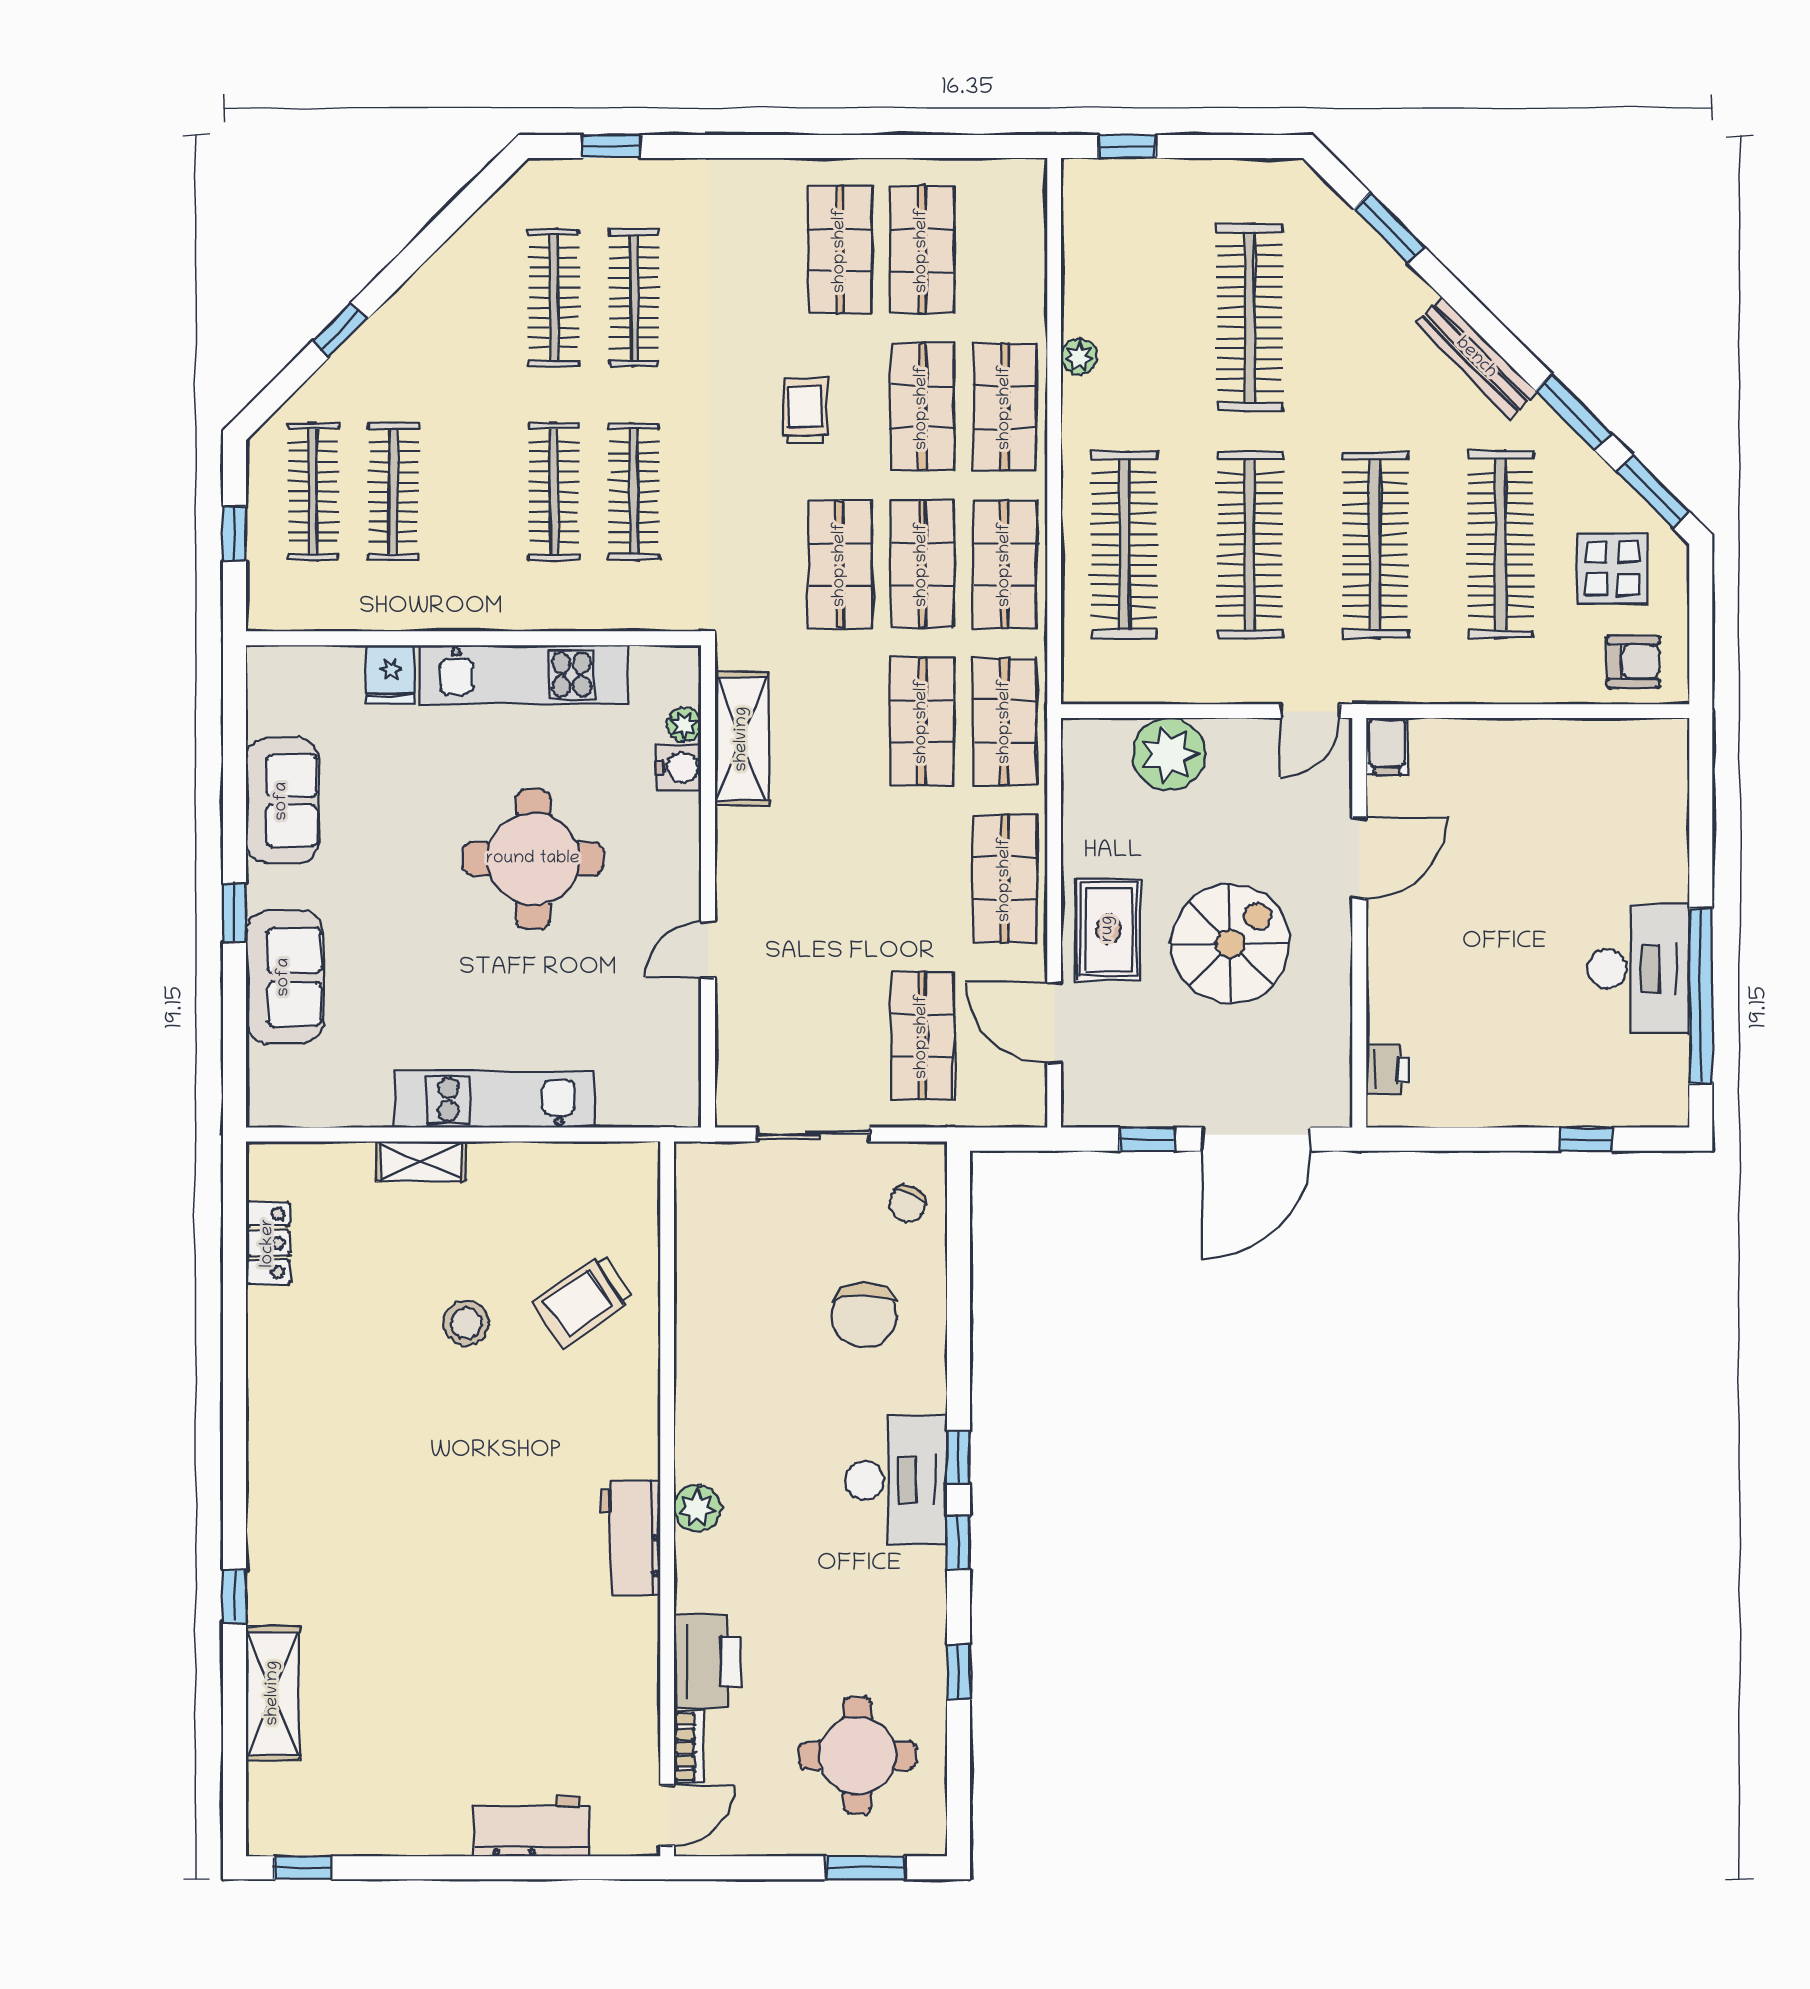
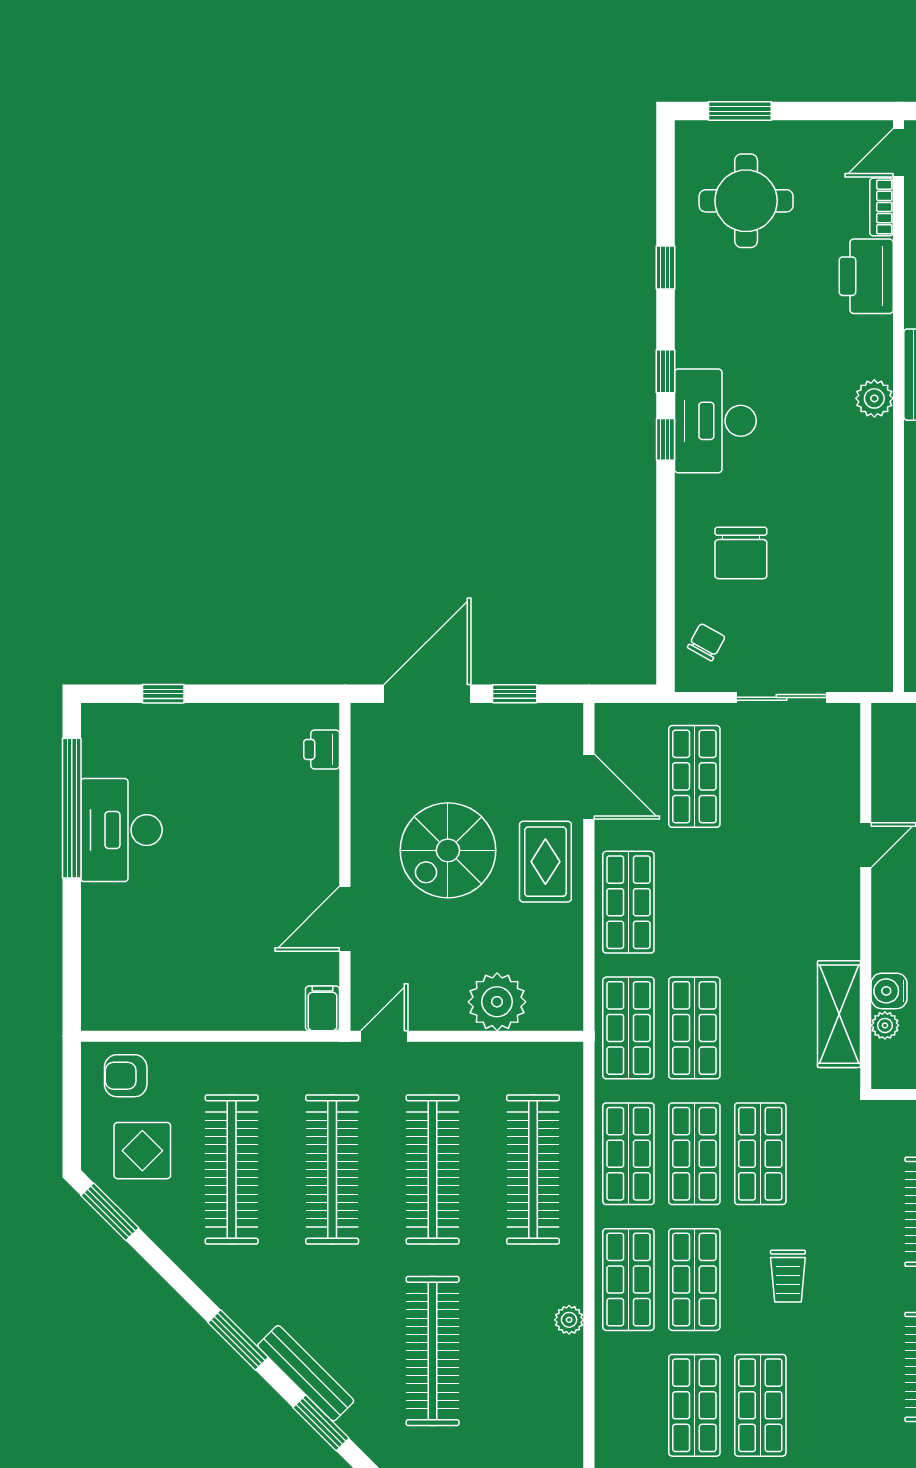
bench: (1476, 358) -> (306, 1373), moved
window: (1573, 412) -> (238, 1340), moved
chair: (864, 1315) -> (741, 553), turned 180

